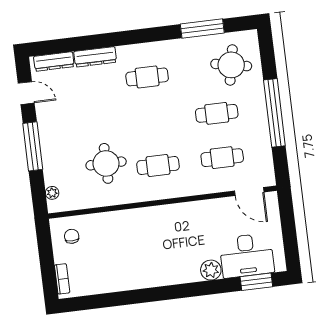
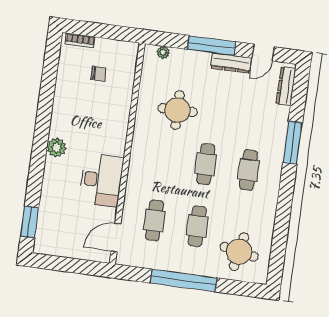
window: (202, 28) -> (293, 143), moved
dresser: (95, 57) -> (231, 63), moved, turned -90
cafe table: (158, 165) -> (206, 164), moved
chair: (72, 236) -> (98, 74), moved
desk: (247, 255) -> (101, 180), moved, turned 180
plant: (211, 270) -> (56, 148), moved

